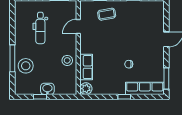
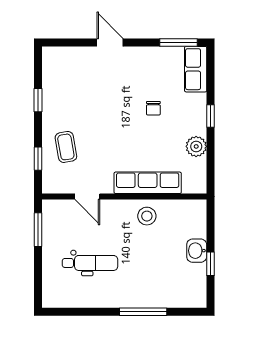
stool: (26, 66) -> (156, 289), removed
row of seats: (86, 67) -> (148, 183), width x1.48
row of seats: (145, 88) -> (196, 69), width x0.68
plant: (86, 89) -> (196, 146), moved

